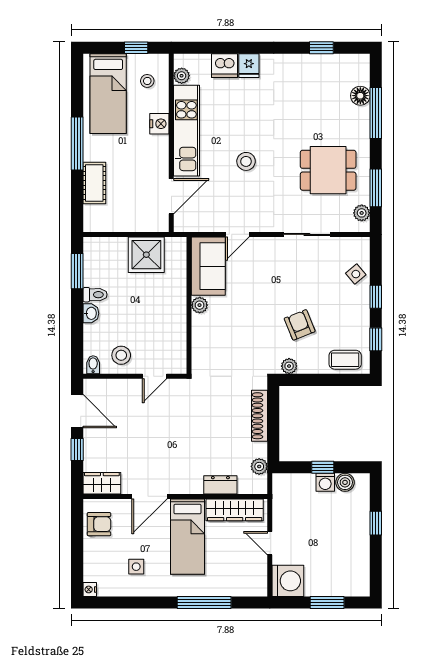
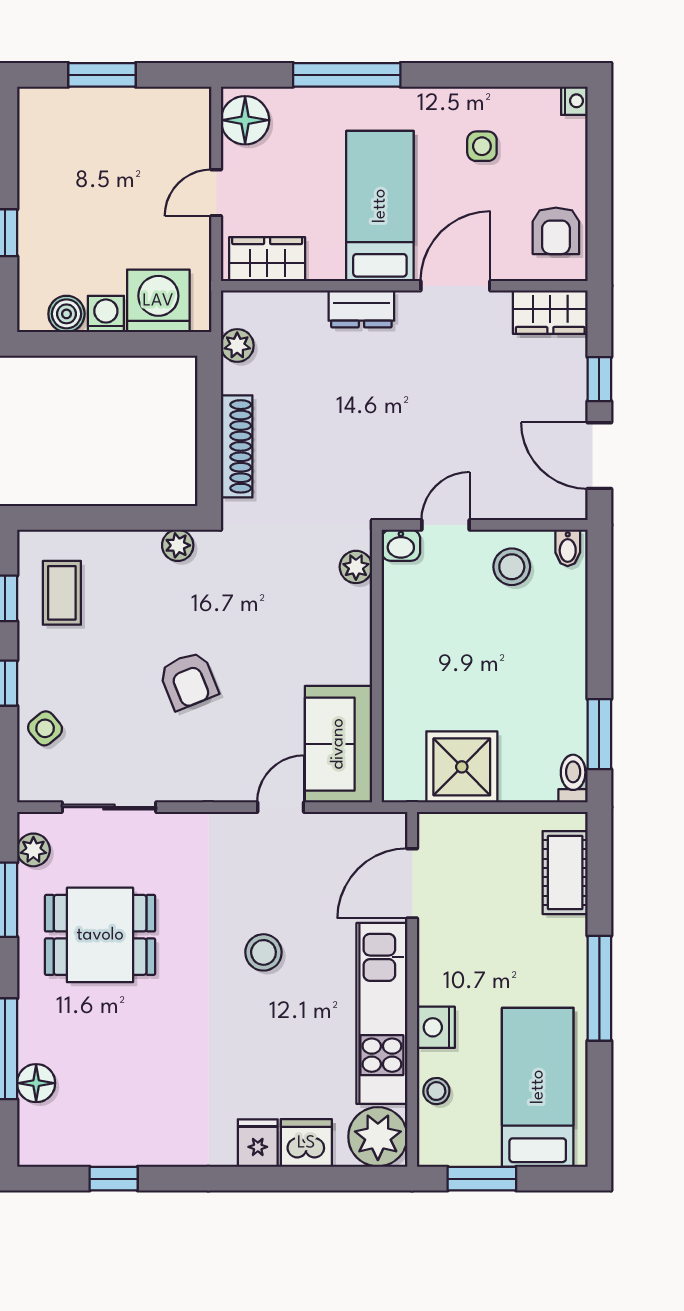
window: (136, 48) -> (482, 1179), width x1.50
plant: (182, 76) -> (378, 1137), width x1.87, depth x1.87
stool: (147, 81) -> (436, 1091), moved
cot: (94, 183) -> (565, 873), moved
sliding door: (307, 234) -> (109, 807), moved
toilet: (95, 295) -> (573, 779), moved, turned 90
plant: (200, 305) -> (356, 567), moved
washbasin: (91, 313) -> (401, 545), moved, turned -90
armchair: (300, 325) -> (188, 681), moved
coffee table: (345, 360) -> (62, 593), moved, turned 90
window: (323, 467) -> (111, 344), removed
dresser: (220, 485) -> (361, 309), moved
wardrobe: (235, 510) -> (267, 259), width x0.67
armchair: (99, 524) -> (556, 231), turned -90
door: (270, 543) -> (216, 193), swing flipped
floor lamp: (255, 580) -> (245, 120), added
washing machine: (288, 581) -> (158, 301), moved, turned 90

